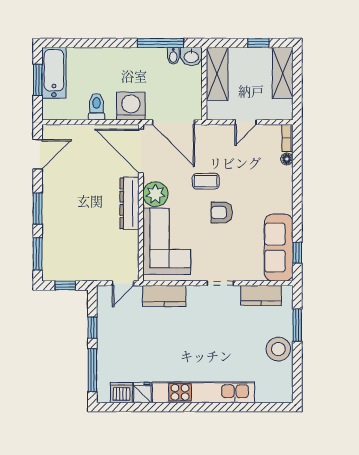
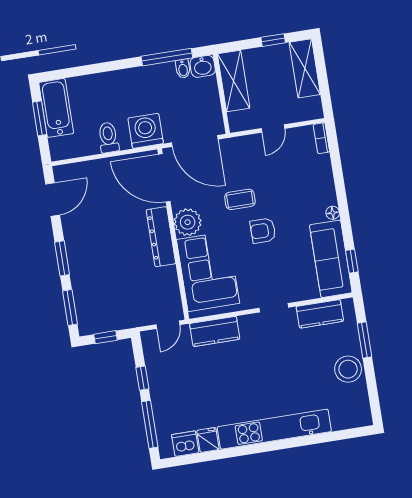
floor lamp: (287, 159) -> (333, 213), moved

